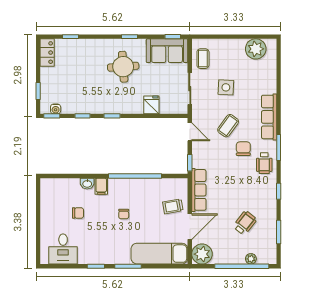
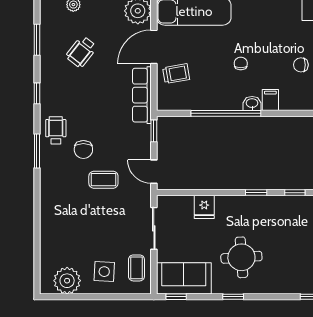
side table: (226, 87) -> (104, 272), moved
row of seats: (269, 117) -> (50, 191), removed
coffee table: (228, 126) -> (103, 180), turned 54
washbasin: (87, 184) -> (252, 104), moved

